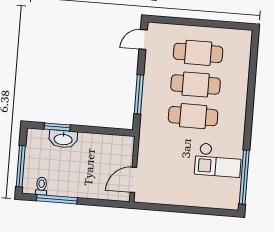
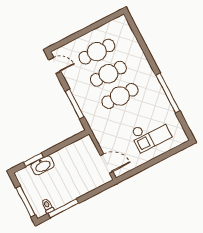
door: (143, 40) -> (55, 66), swing flipped
checkout: (218, 160) -> (151, 134), moved
window: (244, 177) -> (168, 93), moved
door: (133, 180) -> (106, 163), swing flipped

